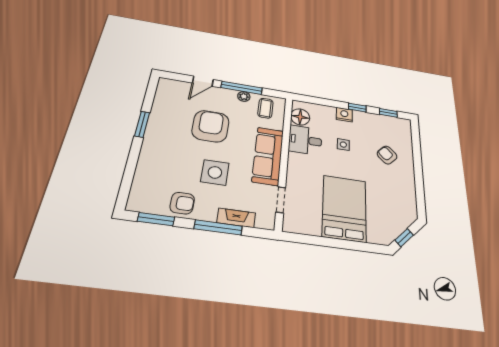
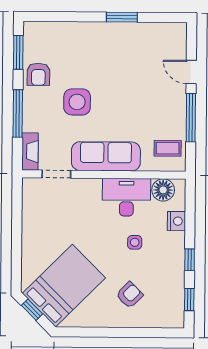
plant: (244, 96) -> (179, 122), removed
nightstand: (344, 115) -> (176, 221), moved
armchair: (211, 126) -> (132, 89), removed
desk: (305, 140) -> (126, 197), width x1.37
bed: (344, 208) -> (64, 286), moved, turned -45
fireplace: (236, 218) -> (30, 152), moved

